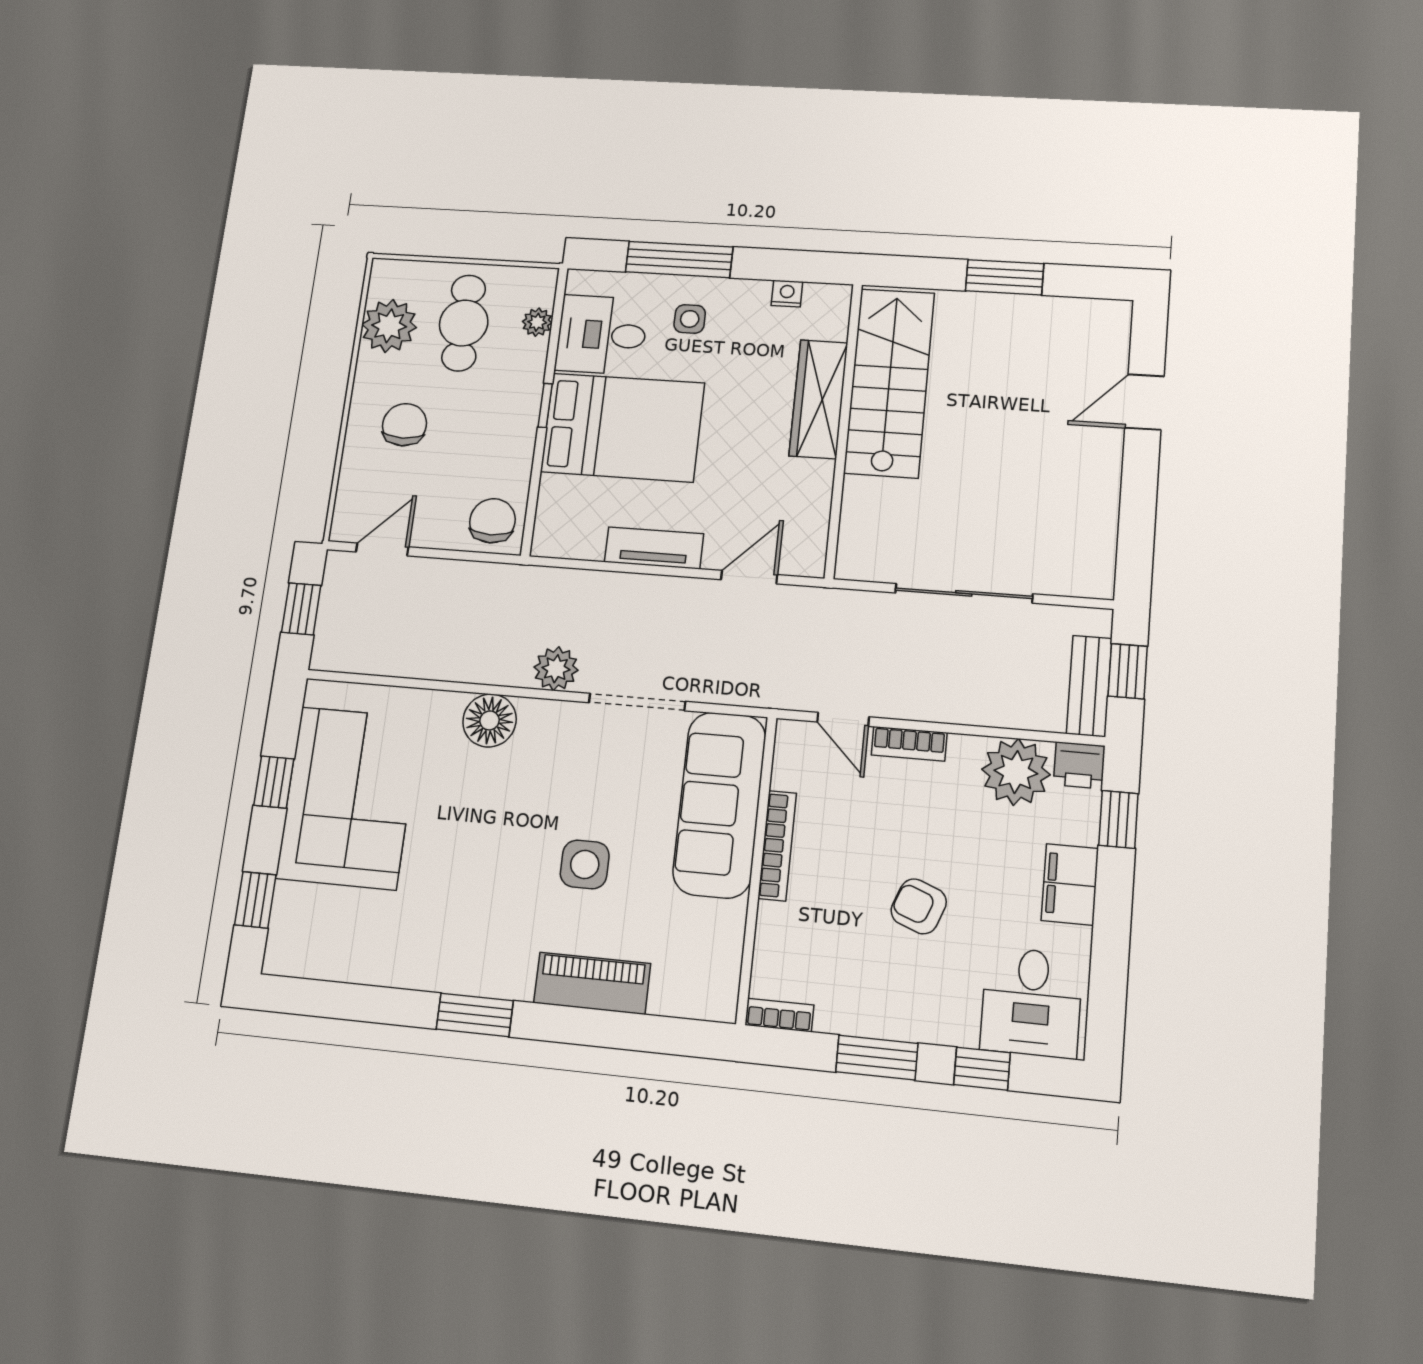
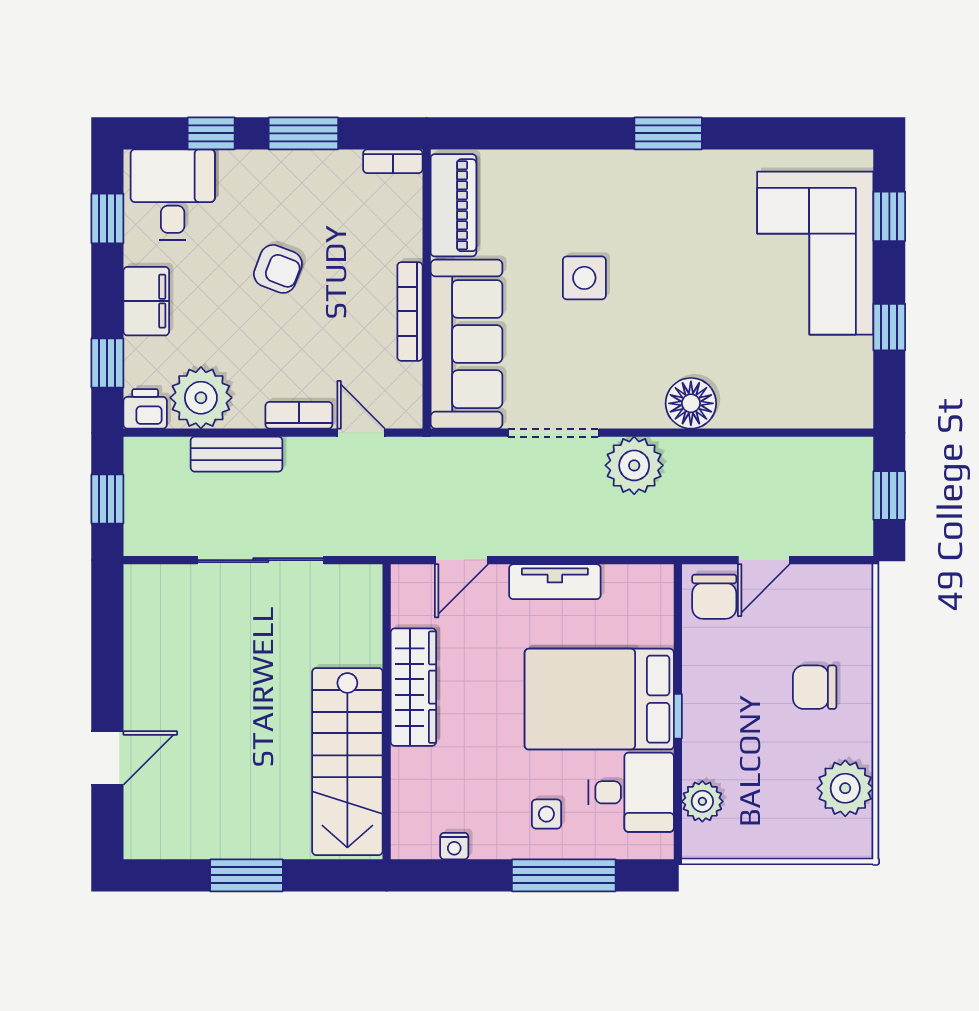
plant: (537, 322) -> (702, 801), width x1.38, depth x1.38
cafe table: (464, 323) -> (770, 796), removed
wardrobe: (818, 399) -> (413, 687), moved
chair: (404, 425) -> (815, 687), turned 90
door: (382, 549) -> (764, 560), moved
plant: (556, 669) -> (634, 465), width x1.36, depth x1.36
bench: (1089, 686) -> (236, 454), moved, turned 90
corner sofa: (348, 798) -> (815, 253), moved
piano: (592, 983) -> (453, 205), moved, turned -90
window: (1108, 983) -> (107, 218), added

